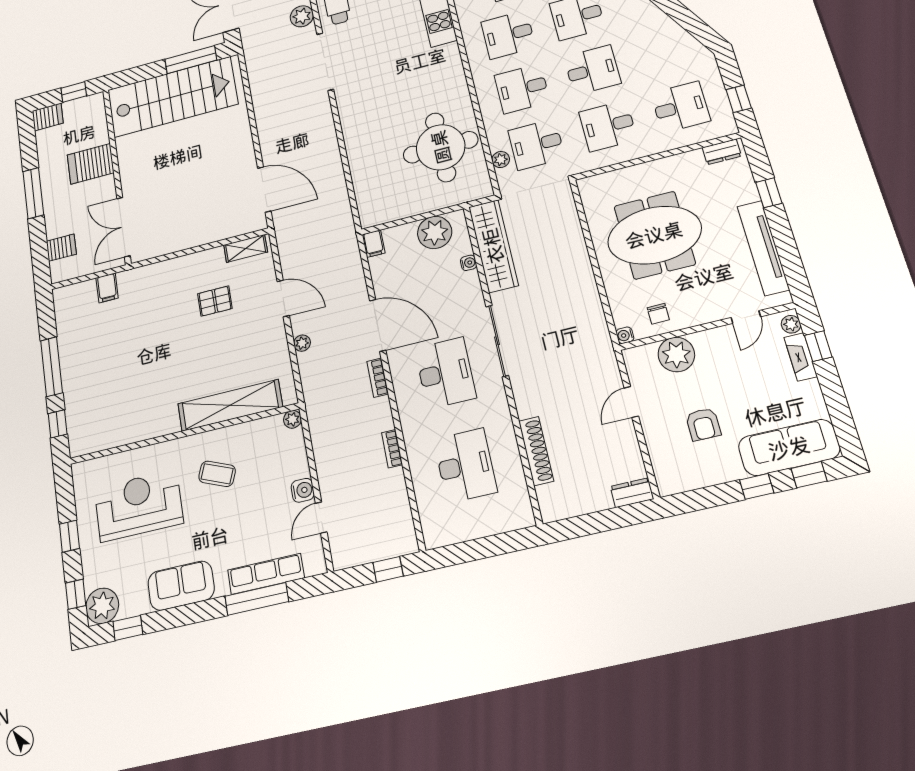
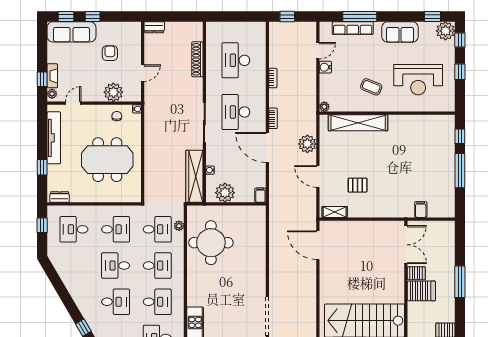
server rack: (61, 248) -> (416, 273), moved, turned 180
plant: (302, 343) -> (307, 144), width x1.88, depth x1.88

